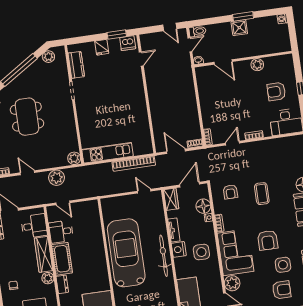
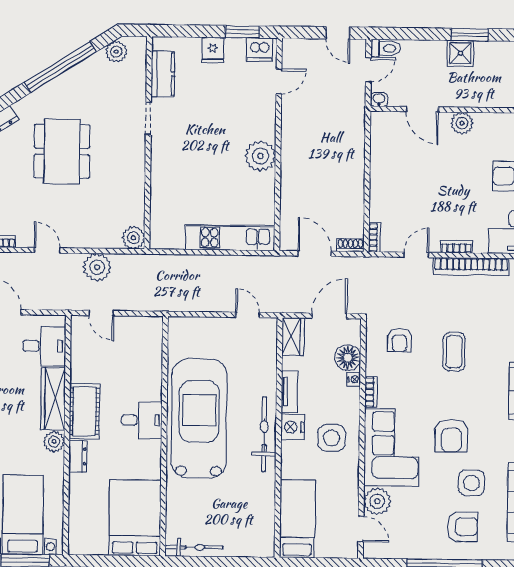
plant: (257, 65) -> (462, 123), moved
plant: (137, 102) -> (260, 156), added
kitchen unit: (108, 153) -> (230, 238), moved
bookcase: (134, 164) -> (471, 266), moved
desk: (61, 232) -> (142, 420), moved, turned 180

